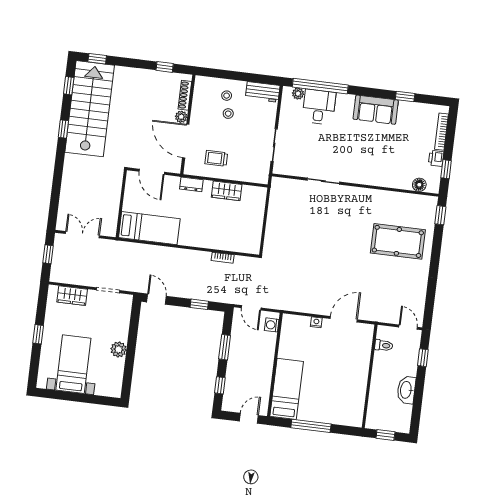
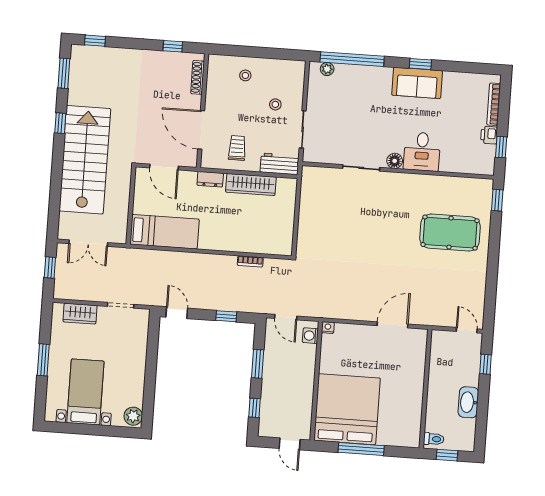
window: (69, 86) -> (64, 73), width x1.50
workbench: (263, 92) -> (280, 164), moved, turned 180
window: (405, 96) -> (420, 64), moved
desk: (319, 107) -> (422, 152), moved, turned 180
stairs: (90, 109) -> (85, 160), moved
stool: (228, 114) -> (275, 104), moved
plant: (181, 117) -> (195, 102), removed
trolley: (216, 158) -> (237, 148), turned 90
floor lamp: (419, 185) -> (395, 161), moved
wardrobe: (227, 191) -> (251, 184), width x1.50
double door: (82, 235) -> (88, 243), swing flipped
nightstand: (316, 322) -> (328, 328), moved
window: (38, 334) -> (43, 360), width x1.50
toilet: (384, 345) -> (434, 439), moved
plant: (119, 349) -> (133, 416), moved
bed: (287, 389) -> (347, 409), width x2.04
door: (249, 418) -> (290, 444), swing flipped

